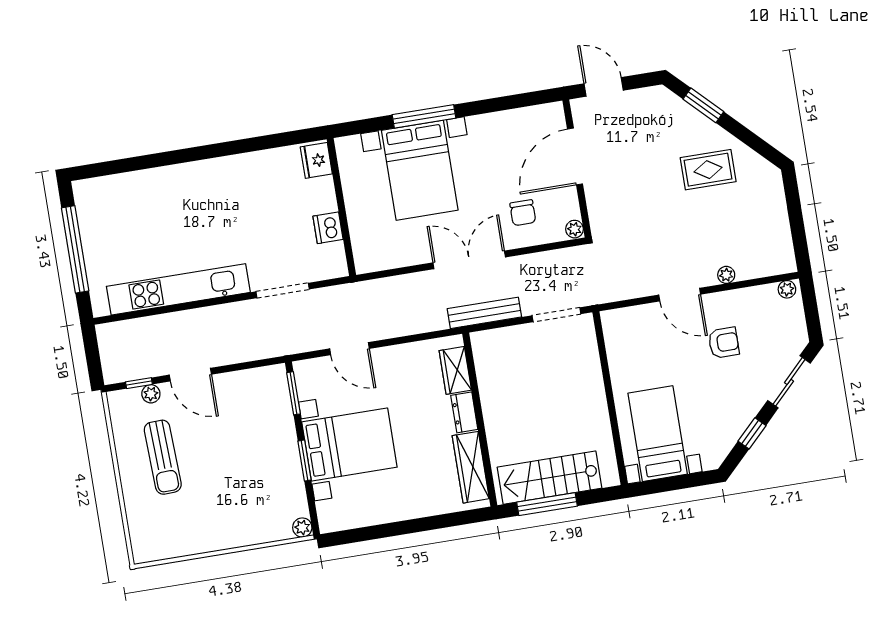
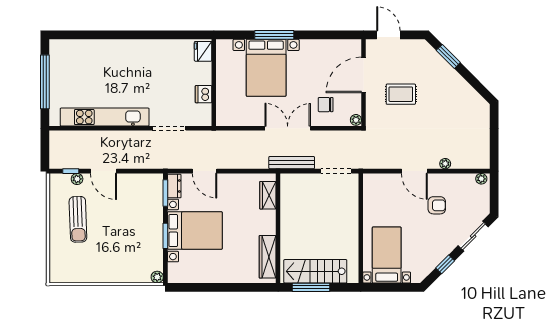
rug: (708, 170) -> (401, 94), moved
chair: (523, 213) -> (326, 105), turned 90
dresser: (464, 412) -> (174, 186), moved, turned 180

